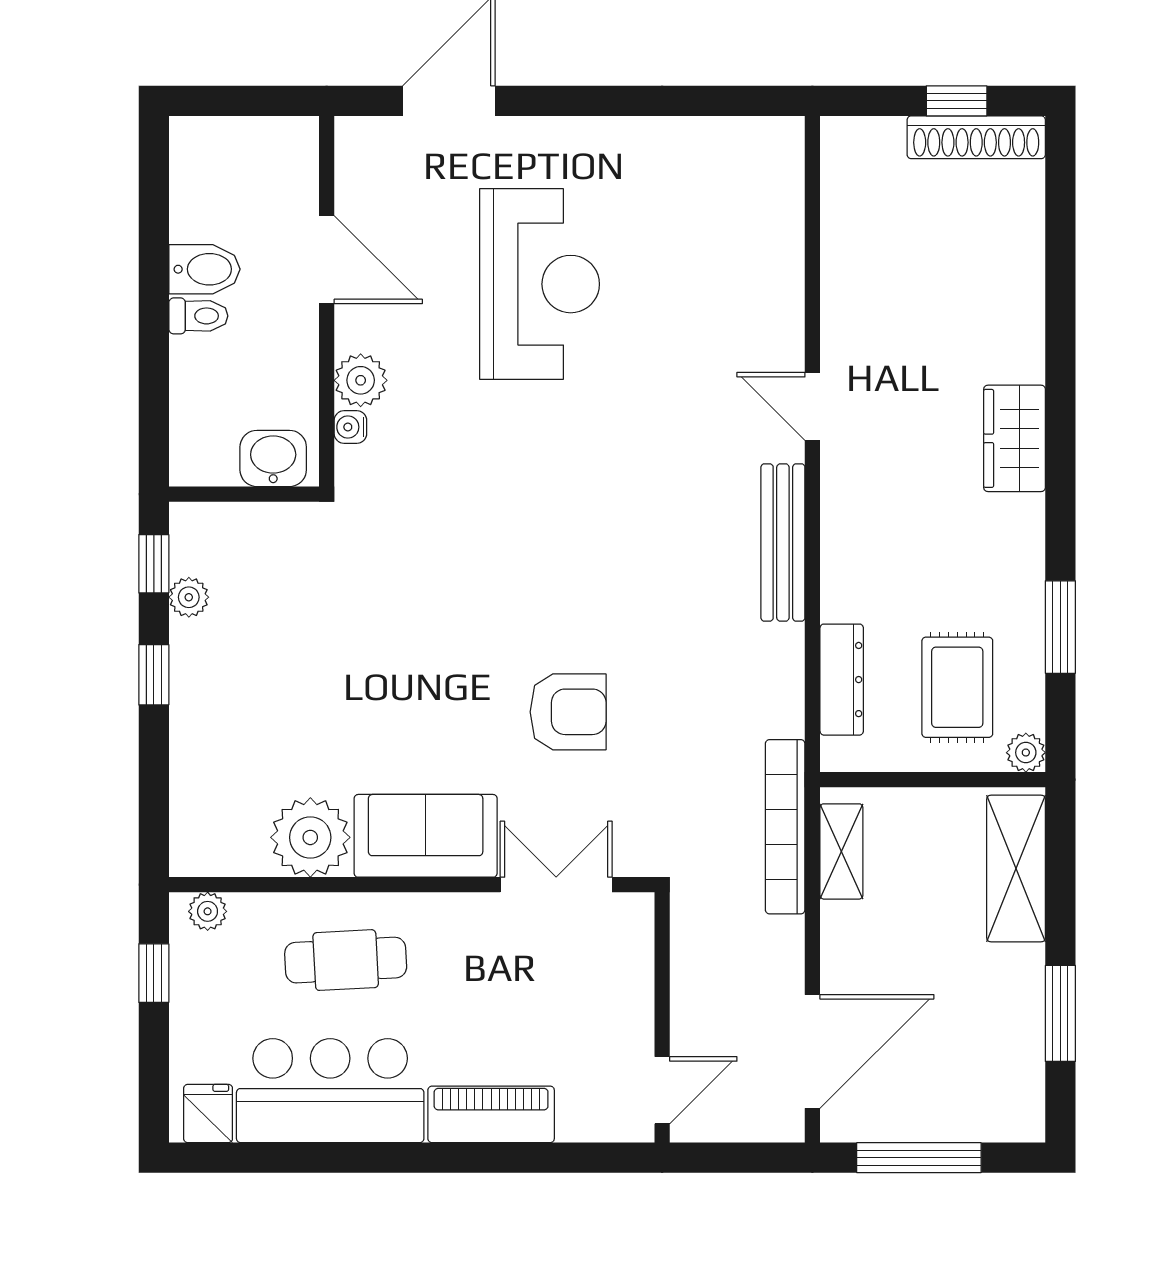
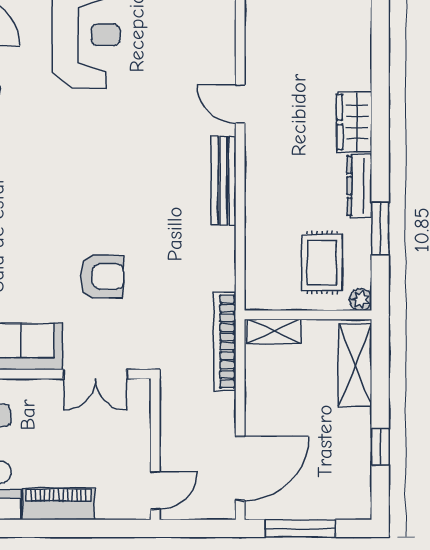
dresser: (842, 680) -> (359, 186), moved, turned 180
shelving: (841, 851) -> (274, 331), moved, turned 90
double door: (556, 885) -> (95, 374), swing flipped
window: (1060, 1013) -> (380, 447), width x0.67

